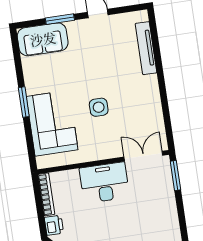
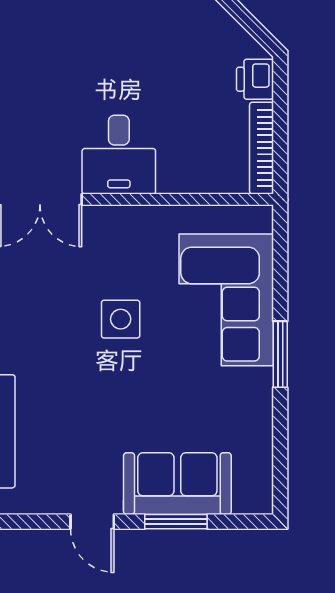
sofa: (43, 39) -> (177, 484), moved
desk: (104, 183) -> (119, 155), width x0.73

